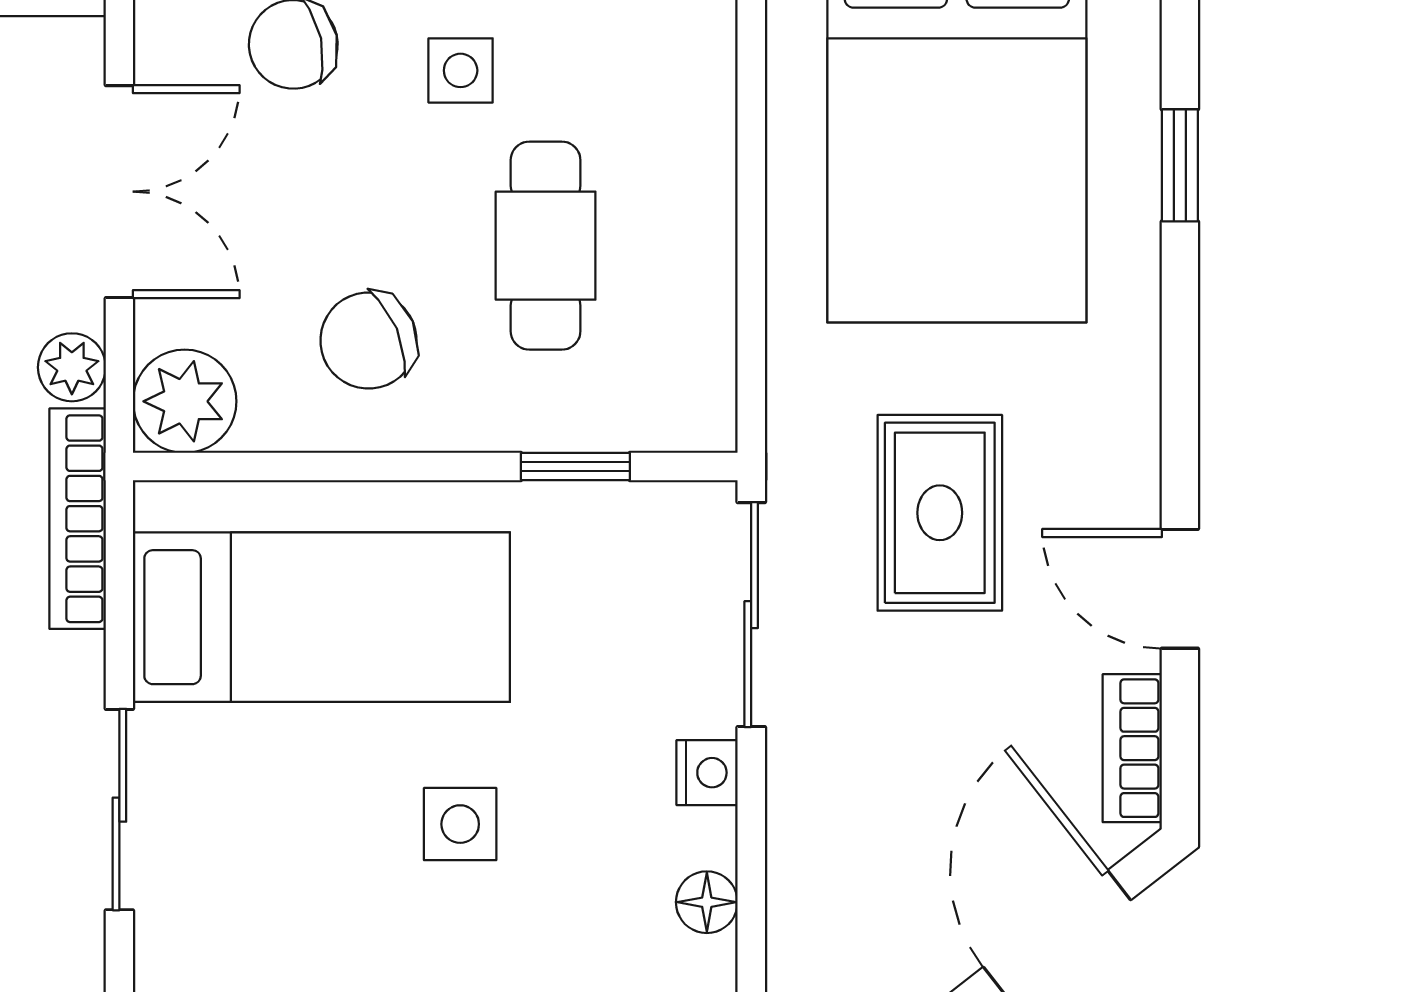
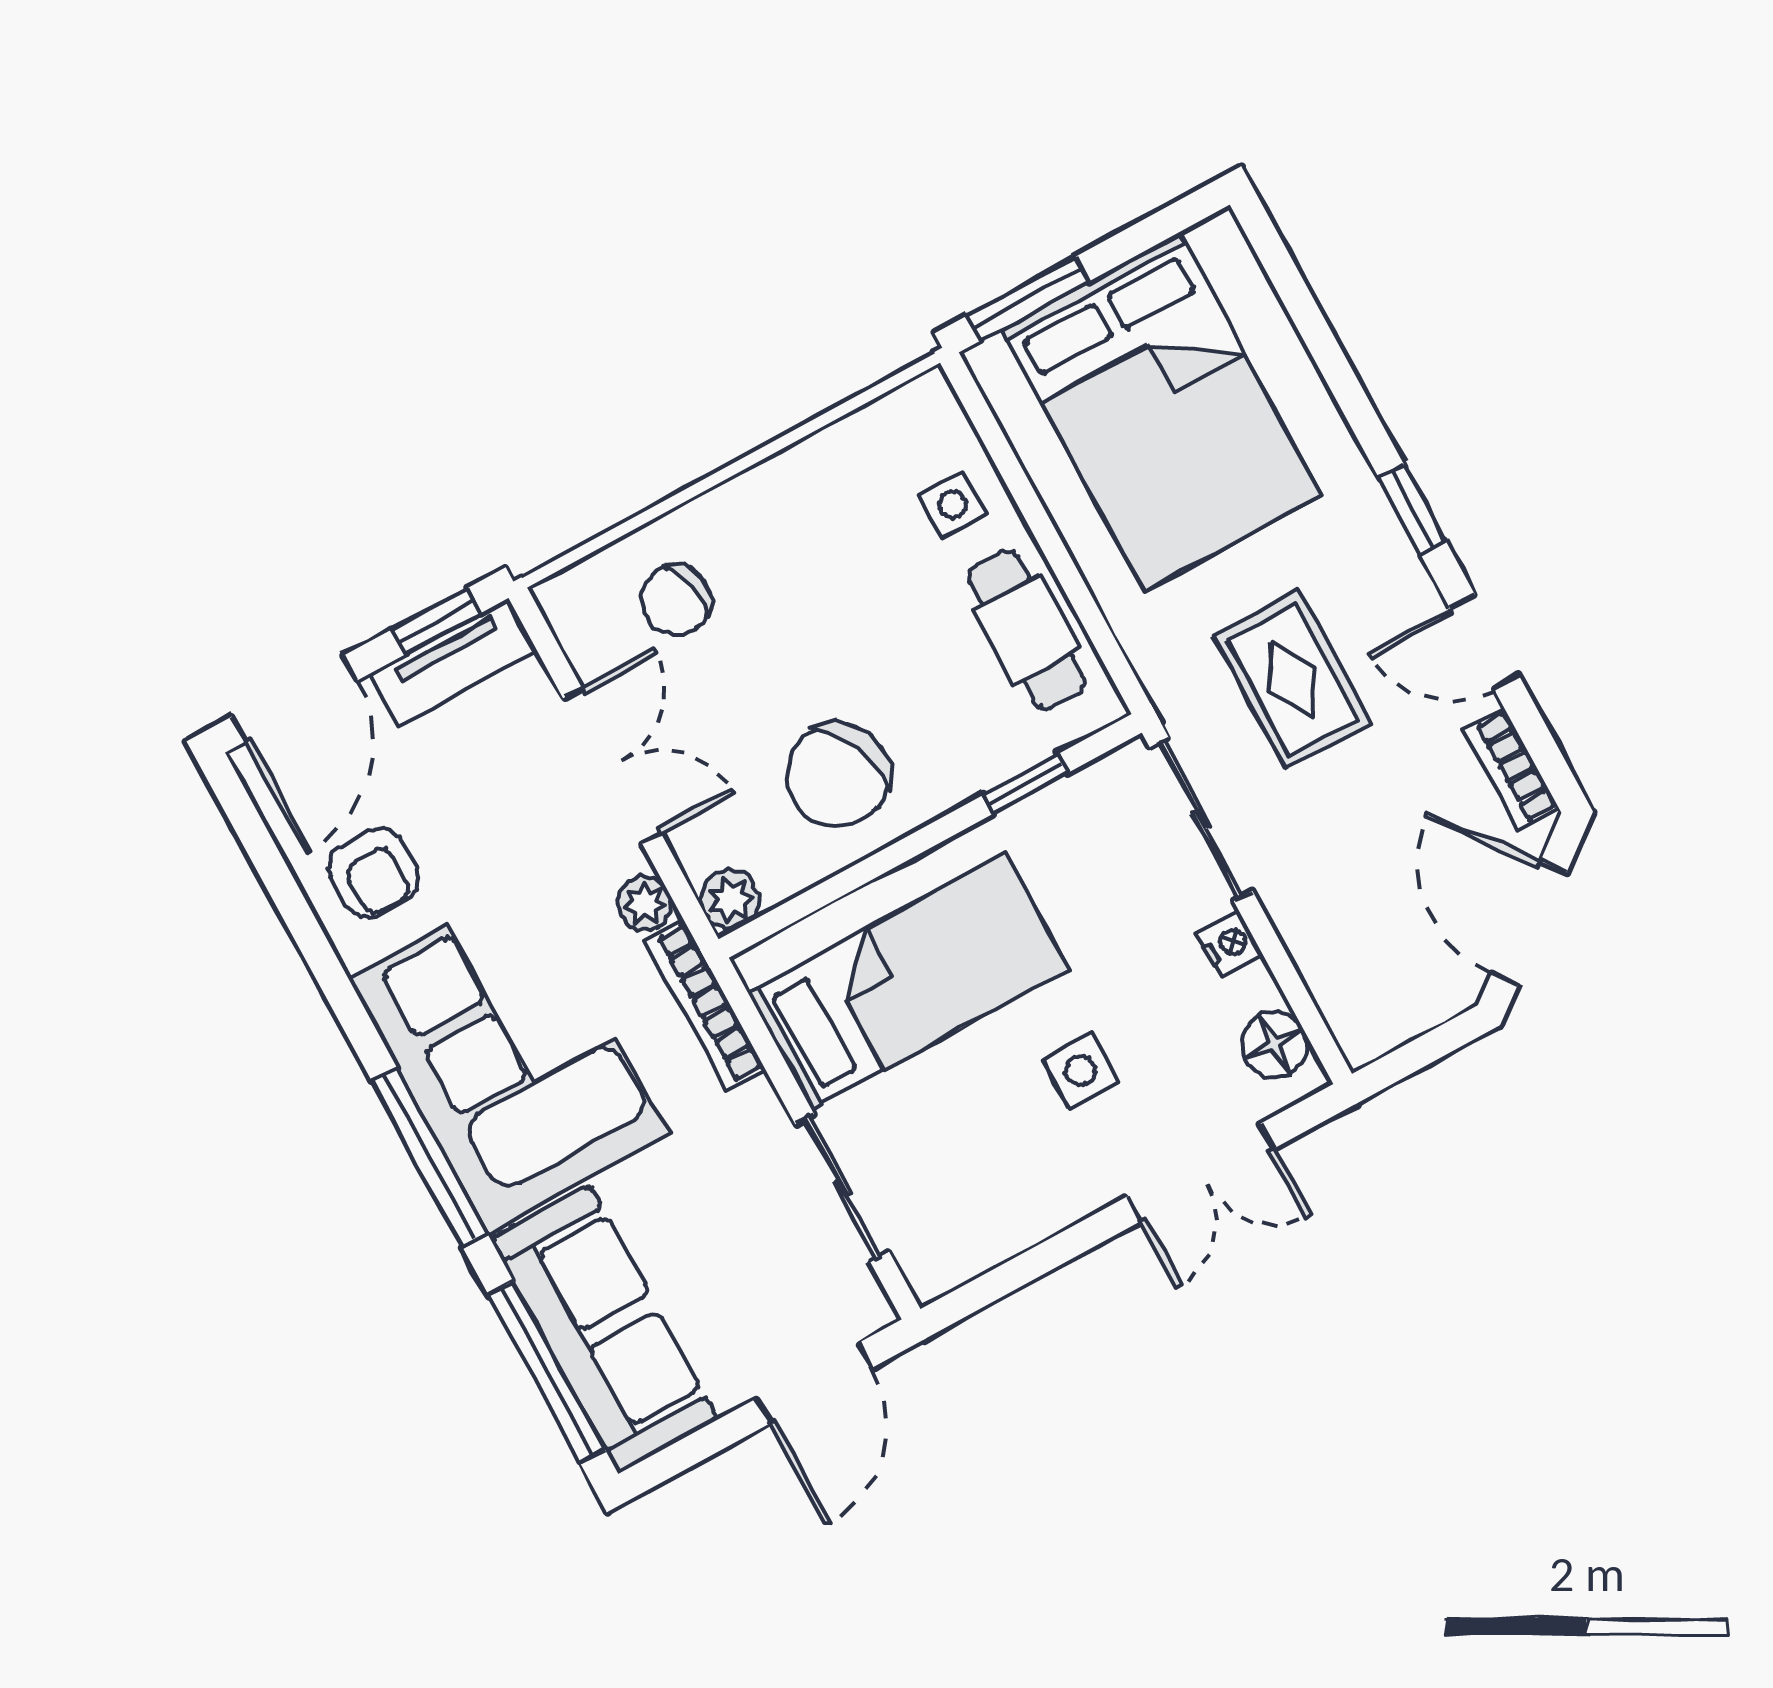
side table: (461, 70) -> (953, 505), moved
window: (1180, 165) -> (1412, 510), moved
cafe table: (546, 246) -> (1027, 629), moved
chair: (369, 341) -> (838, 775), width x1.37, depth x1.37
plant: (185, 401) -> (730, 900), width x0.73, depth x0.73
floor lamp: (707, 902) -> (1274, 1045), width x1.37, depth x1.37

